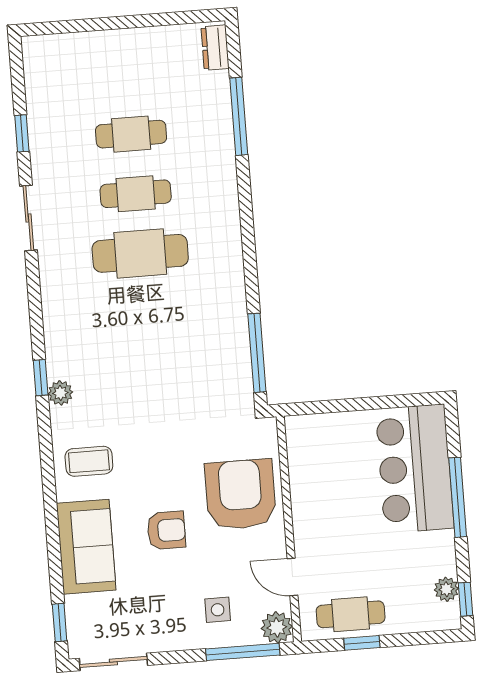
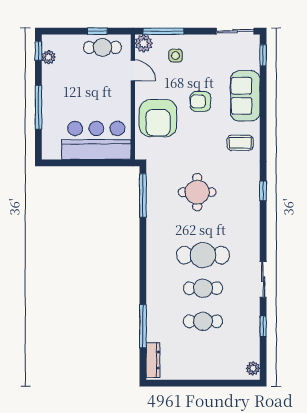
dresser: (215, 48) -> (153, 360), width x1.44
round table: (159, 366) -> (197, 192), added
plant: (60, 393) -> (253, 368), moved
bar counter: (415, 469) -> (96, 140), moved, turned -90

